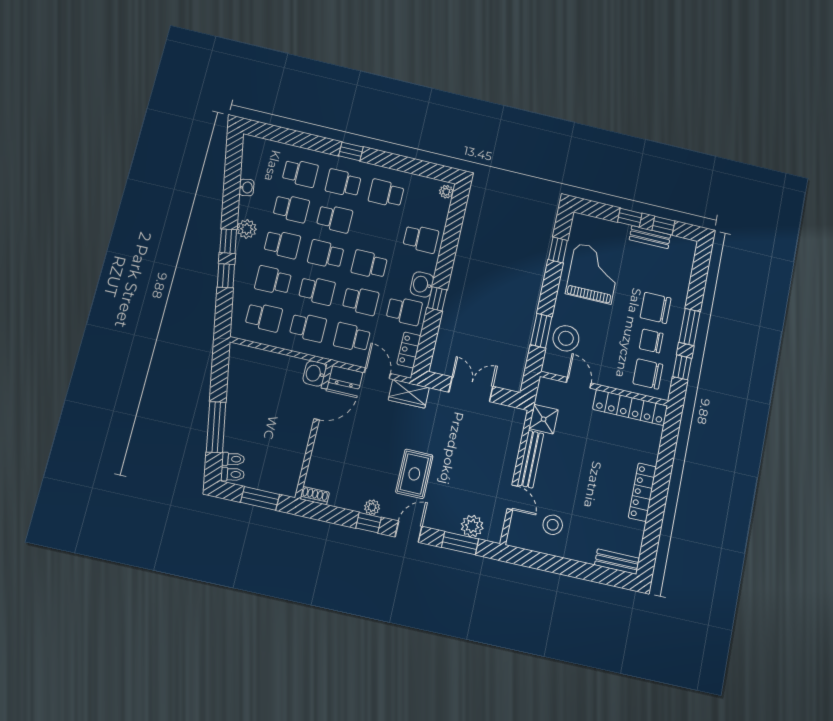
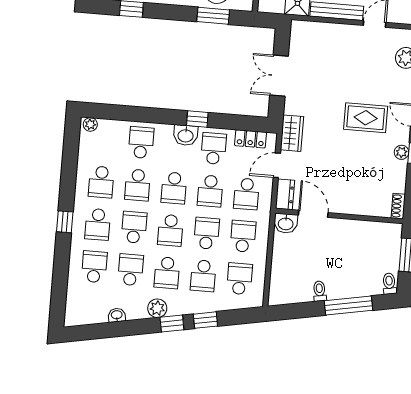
school desk: (378, 229) -> (138, 185), added
school desk: (282, 244) -> (167, 273), turned 180
school desk: (361, 301) -> (210, 191), turned 180
toilet: (233, 459) -> (320, 291), moved

